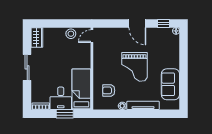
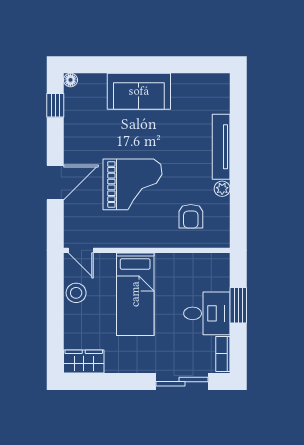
door: (137, 23) -> (55, 182), moved
sliding door: (27, 67) -> (182, 382), moved
grand piano: (134, 67) -> (133, 184), moved
sofa: (170, 84) -> (139, 91), moved
bed: (81, 89) -> (135, 294), moved, turned -90

